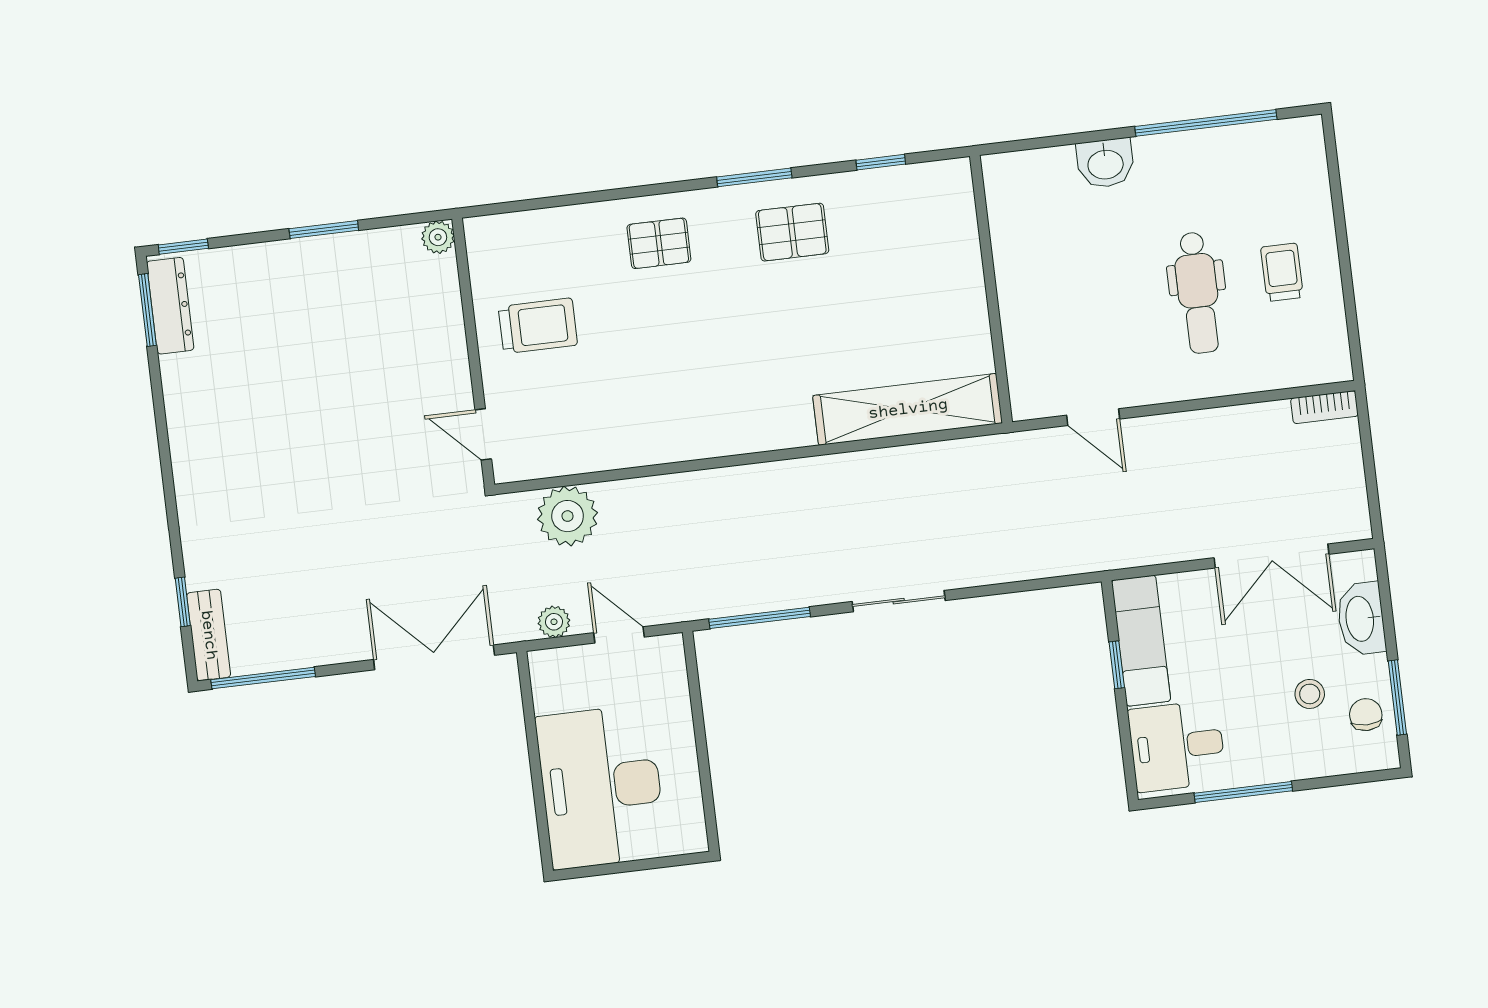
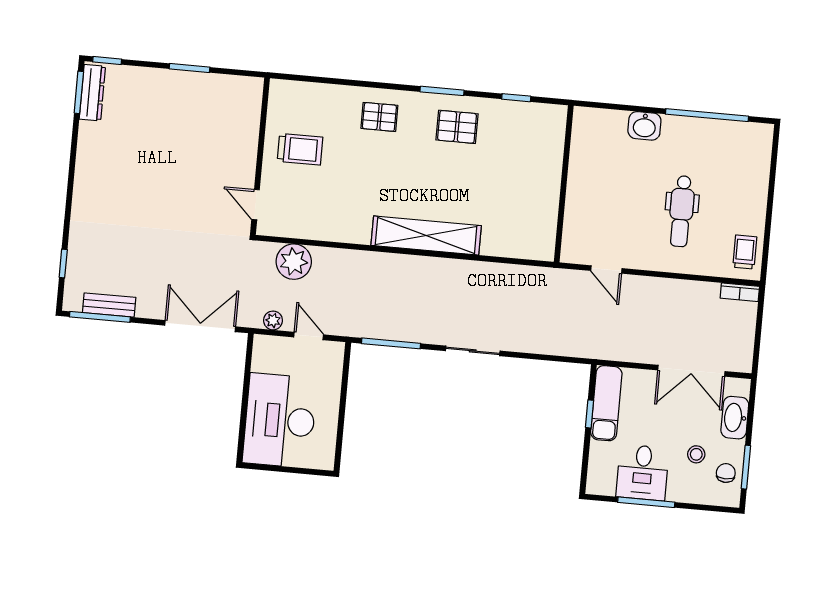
plant: (438, 237) -> (254, 86), removed
trolley: (1282, 272) -> (745, 252), moved
shelving: (908, 409) -> (426, 236), moved
bench: (209, 635) -> (109, 305), moved, turned 90
desk: (1177, 746) -> (642, 472), moved, turned -90

